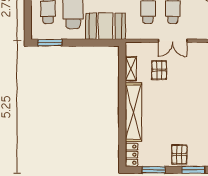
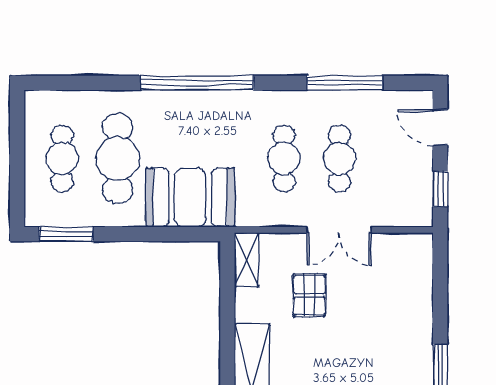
shelving: (131, 69) -> (246, 260), moved

